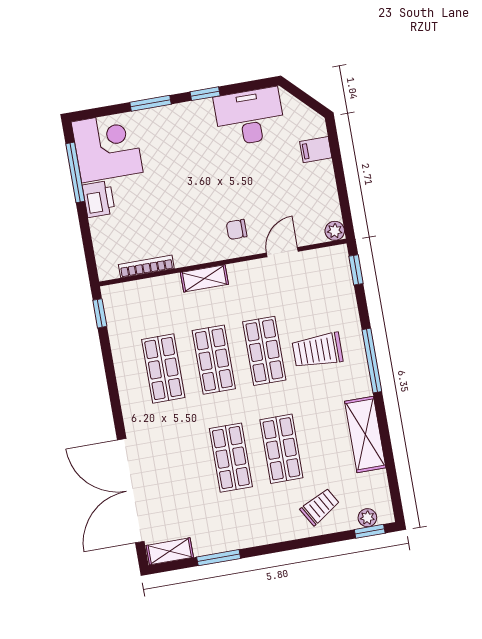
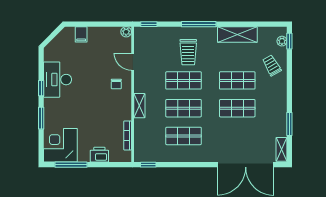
desk: (250, 117) -> (57, 80), moved
printer: (99, 199) -> (99, 155), moved

